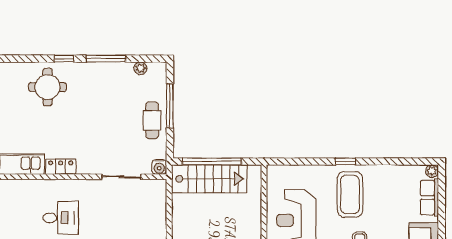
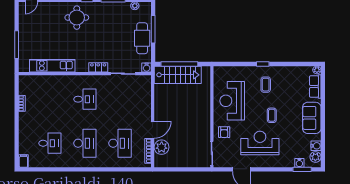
cafe table: (152, 120) -> (142, 38), width x1.37, depth x1.35
locker: (61, 167) -> (98, 67), moved
coffee table: (350, 194) -> (266, 85), width x0.54, depth x0.58

